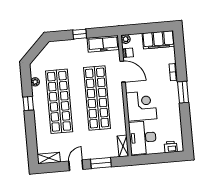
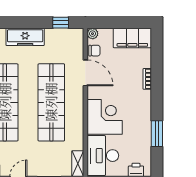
window: (80, 34) -> (61, 23), moved
freezer: (103, 44) -> (25, 37), moved
window: (183, 92) -> (157, 134), moved

